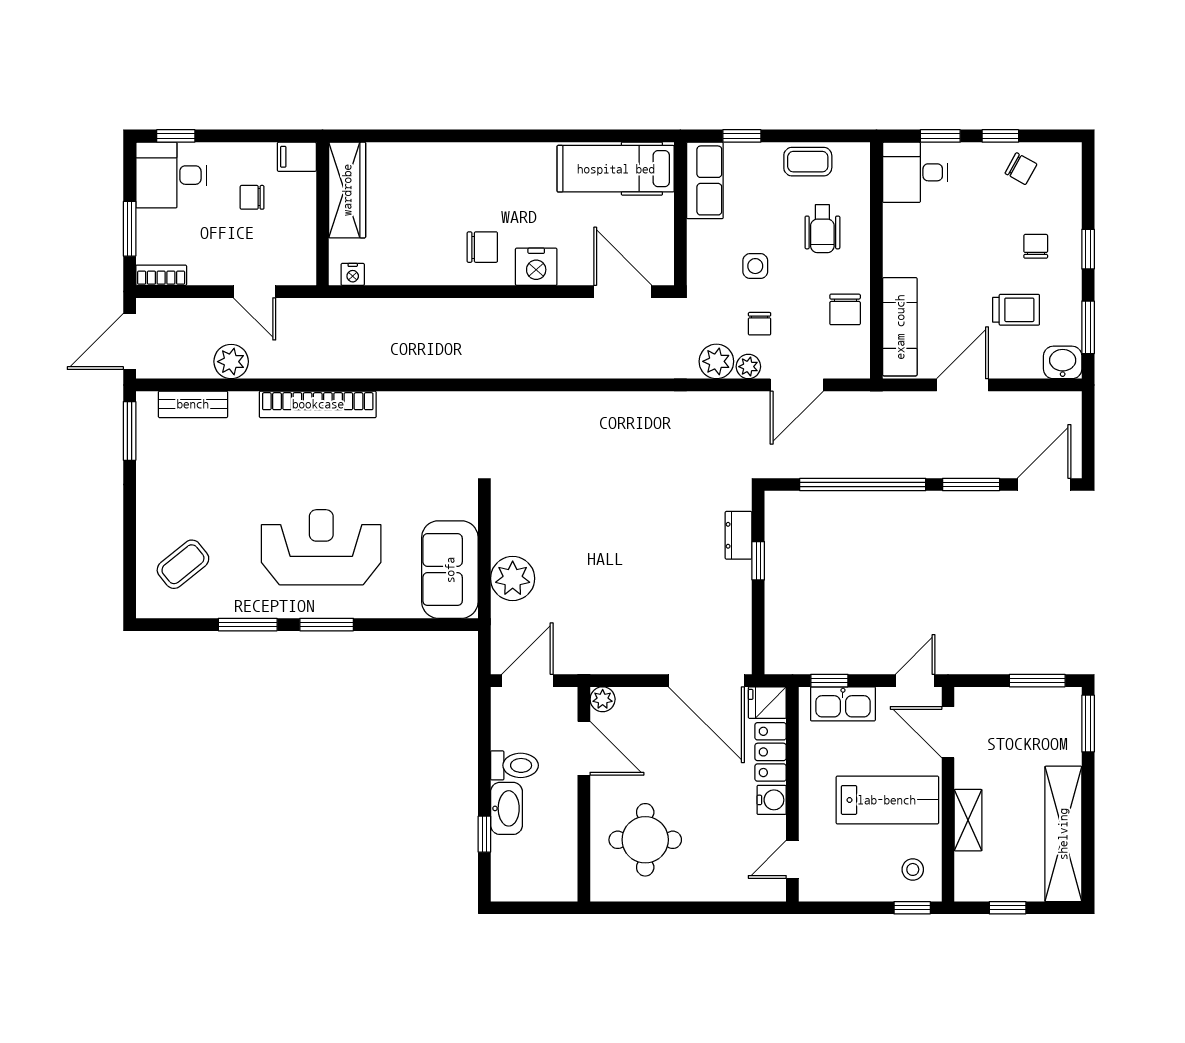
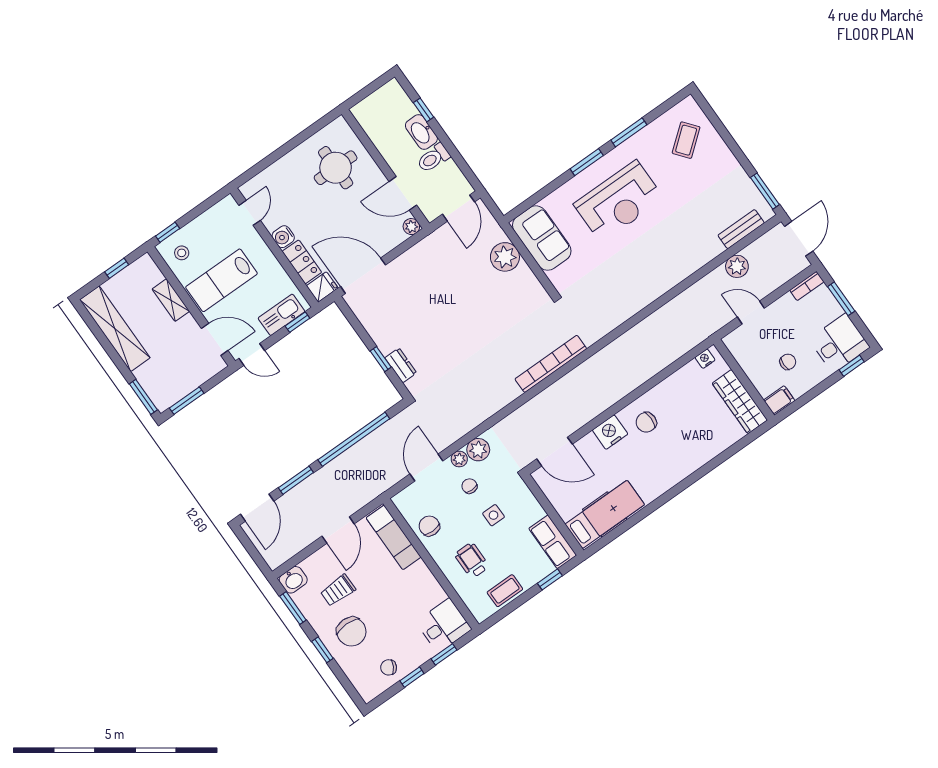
chair: (1036, 246) -> (351, 632), width x1.87, depth x1.87
bookcase: (318, 404) -> (551, 364), moved
door: (915, 681) -> (252, 354), hinge flipped

